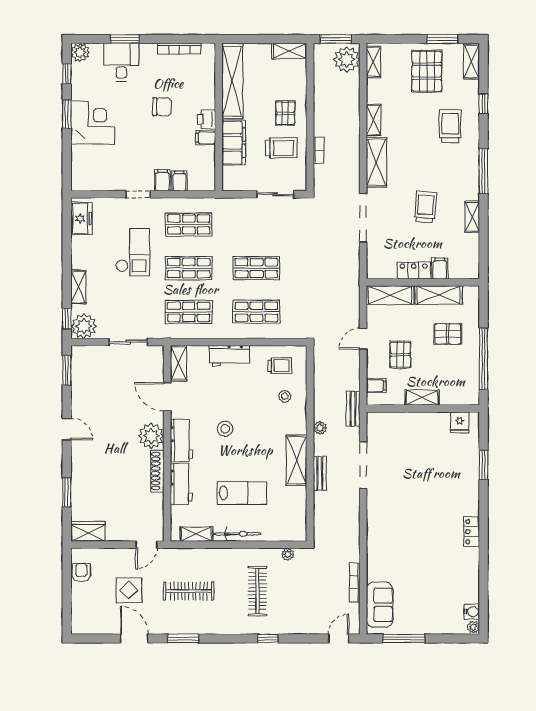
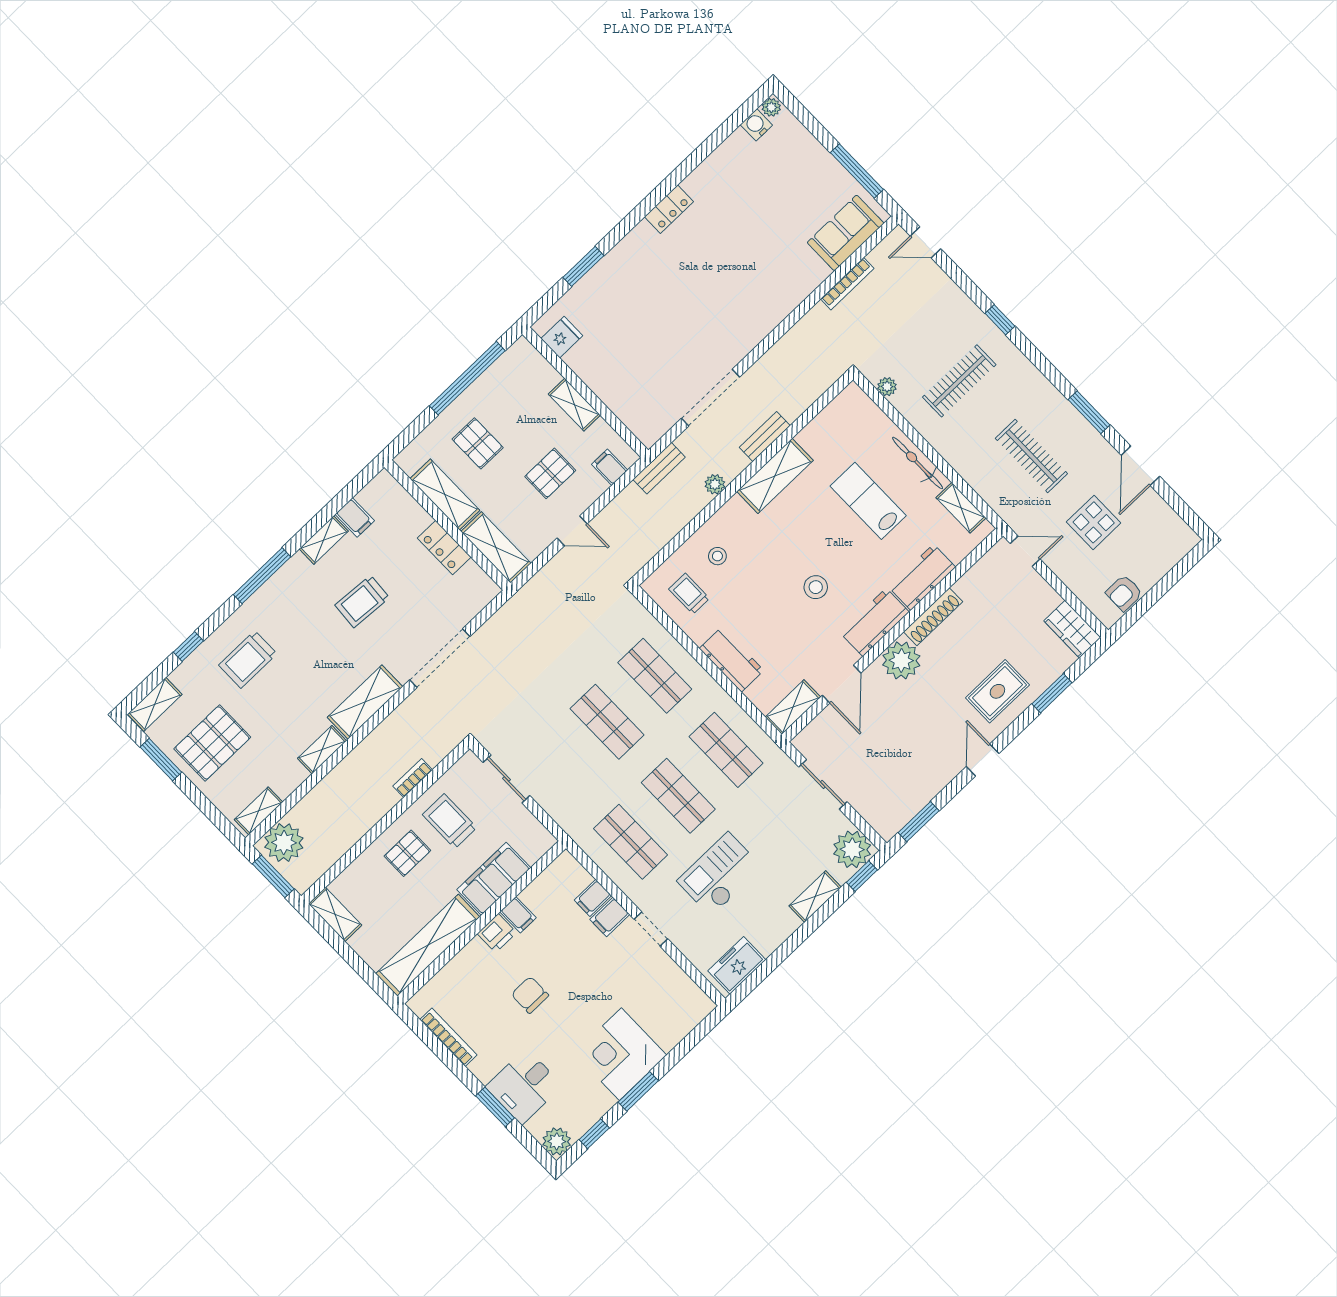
filing cabinet: (440, 268) -> (355, 517), moved, turned -90
rug: (93, 467) -> (997, 691), added

